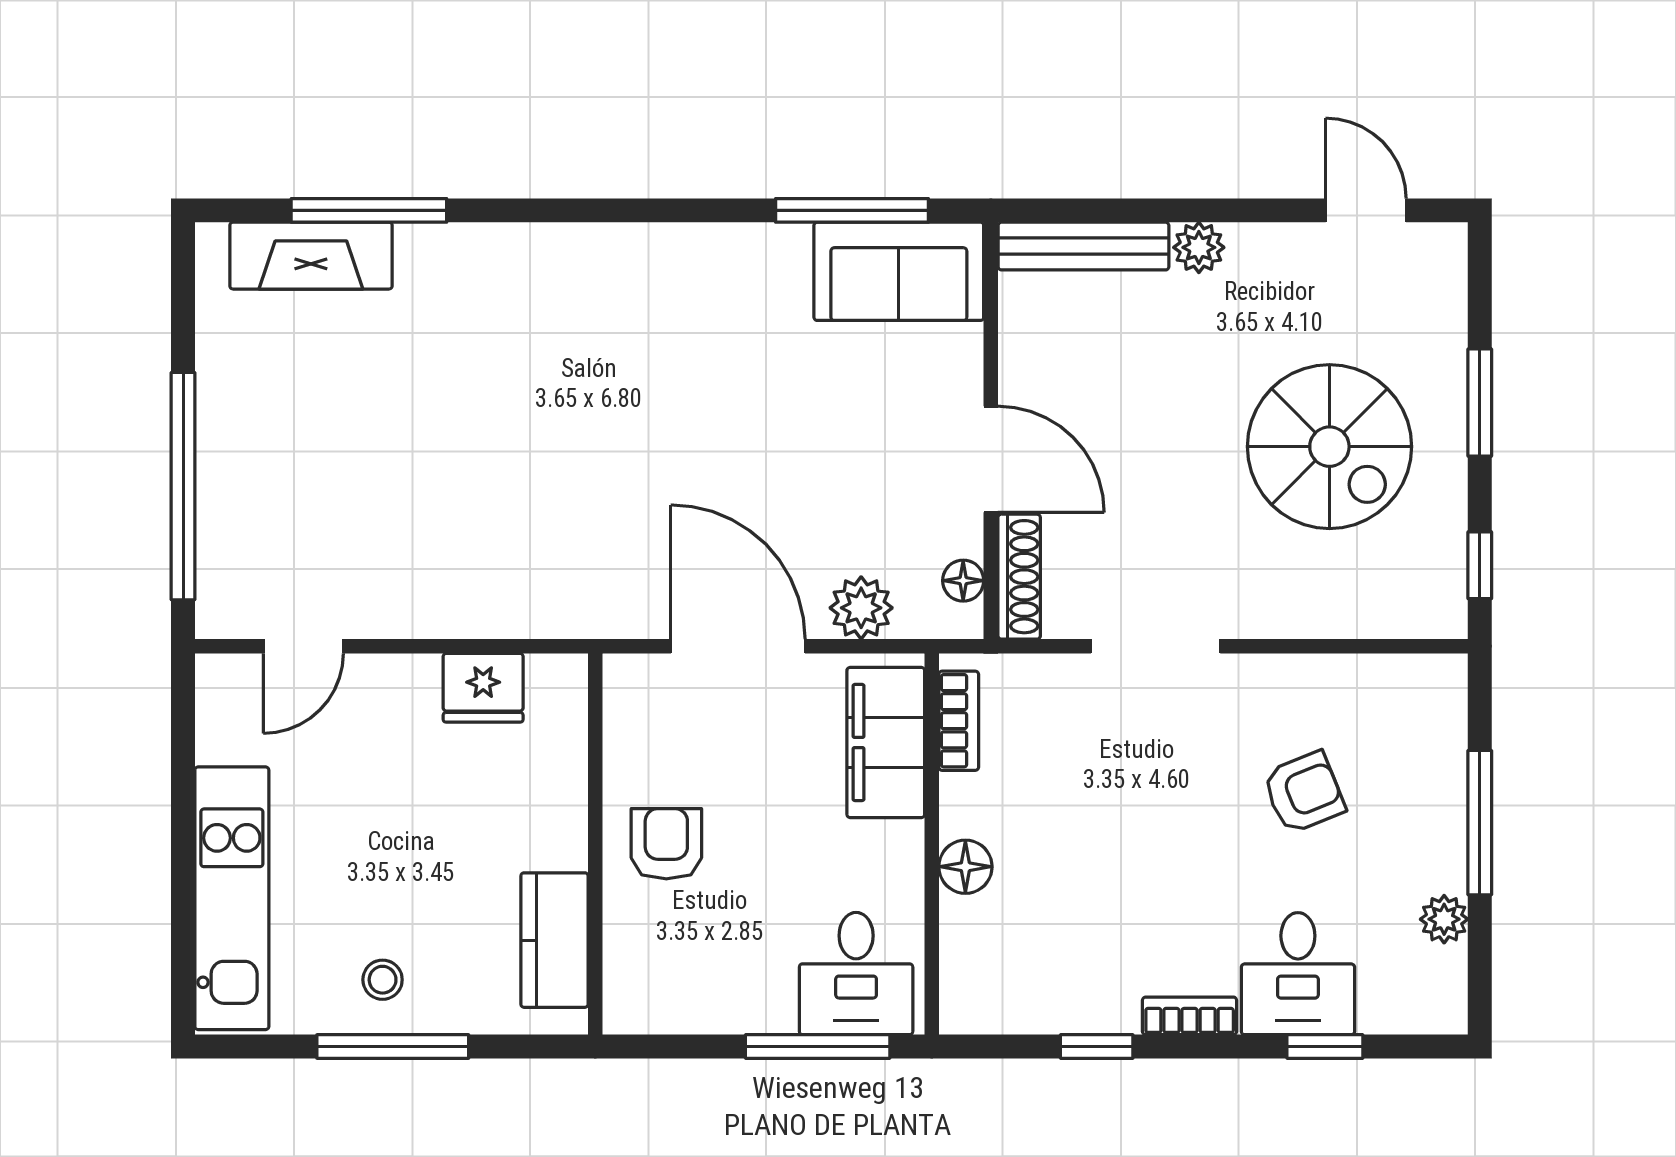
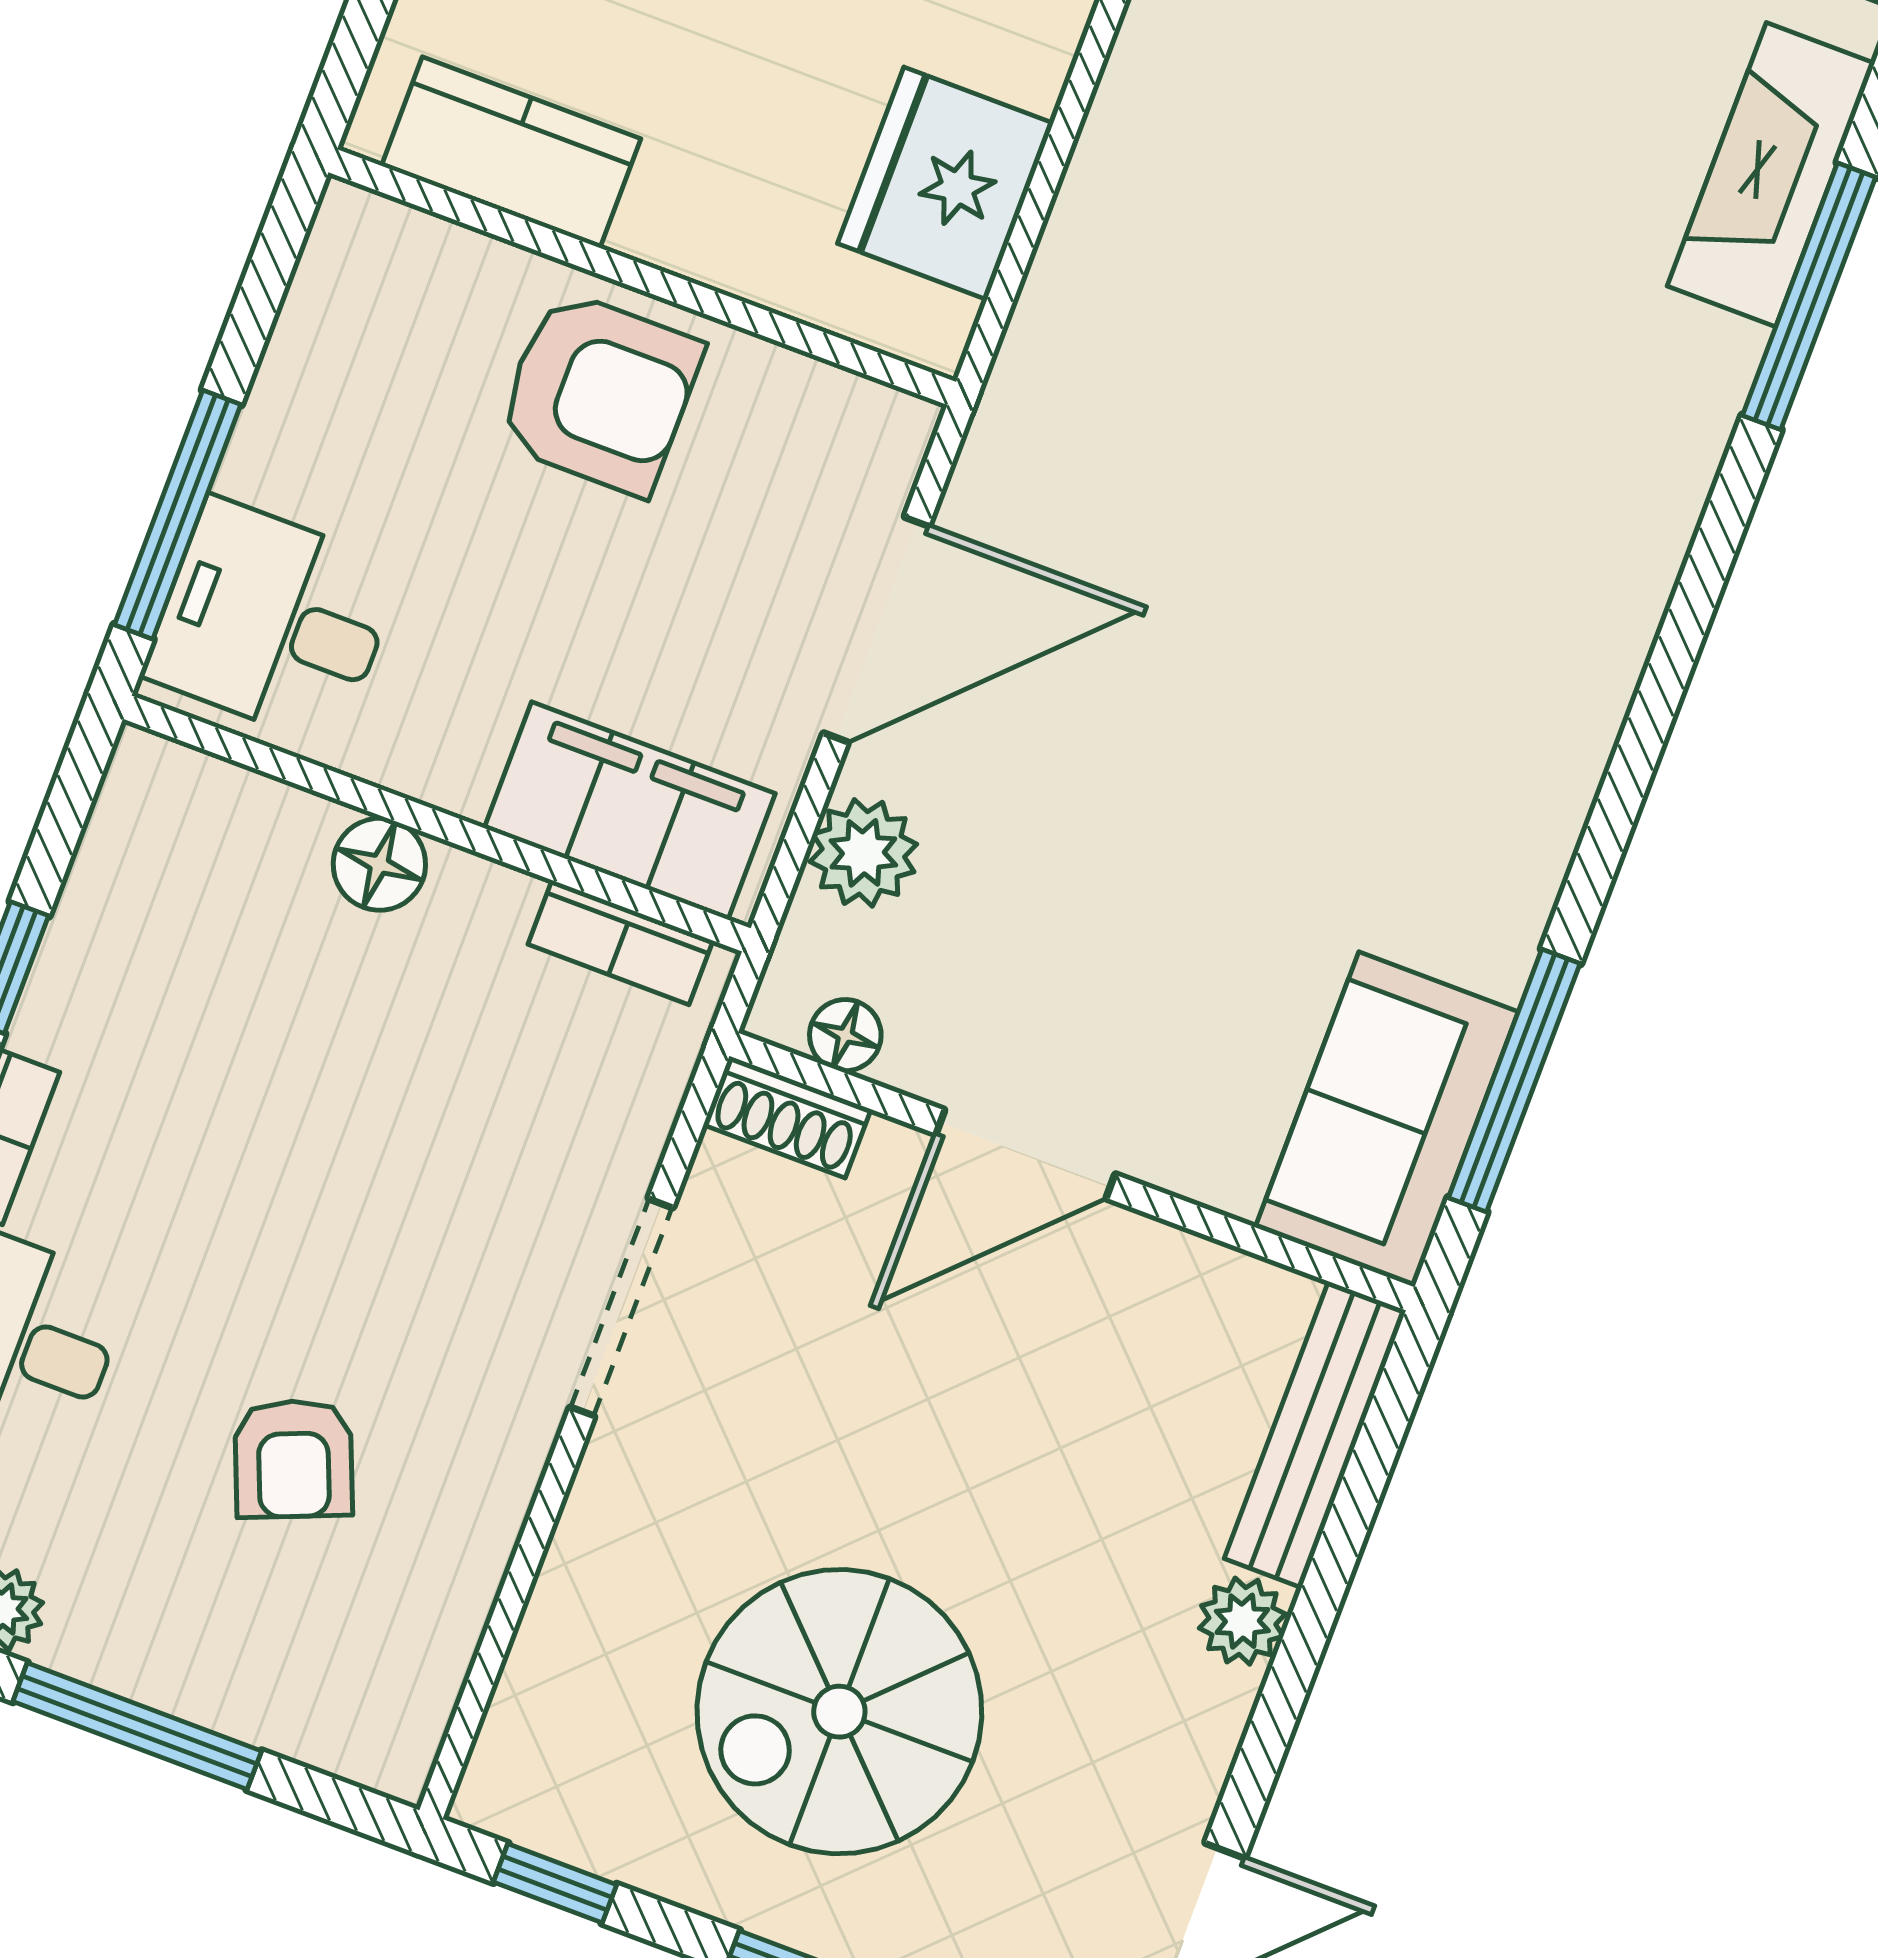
shoe rack: (1019, 577) -> (787, 1117), width x0.70
fridge: (483, 688) -> (945, 183), width x1.36, depth x1.34
armchair: (666, 844) -> (599, 393), width x1.38, depth x1.38

